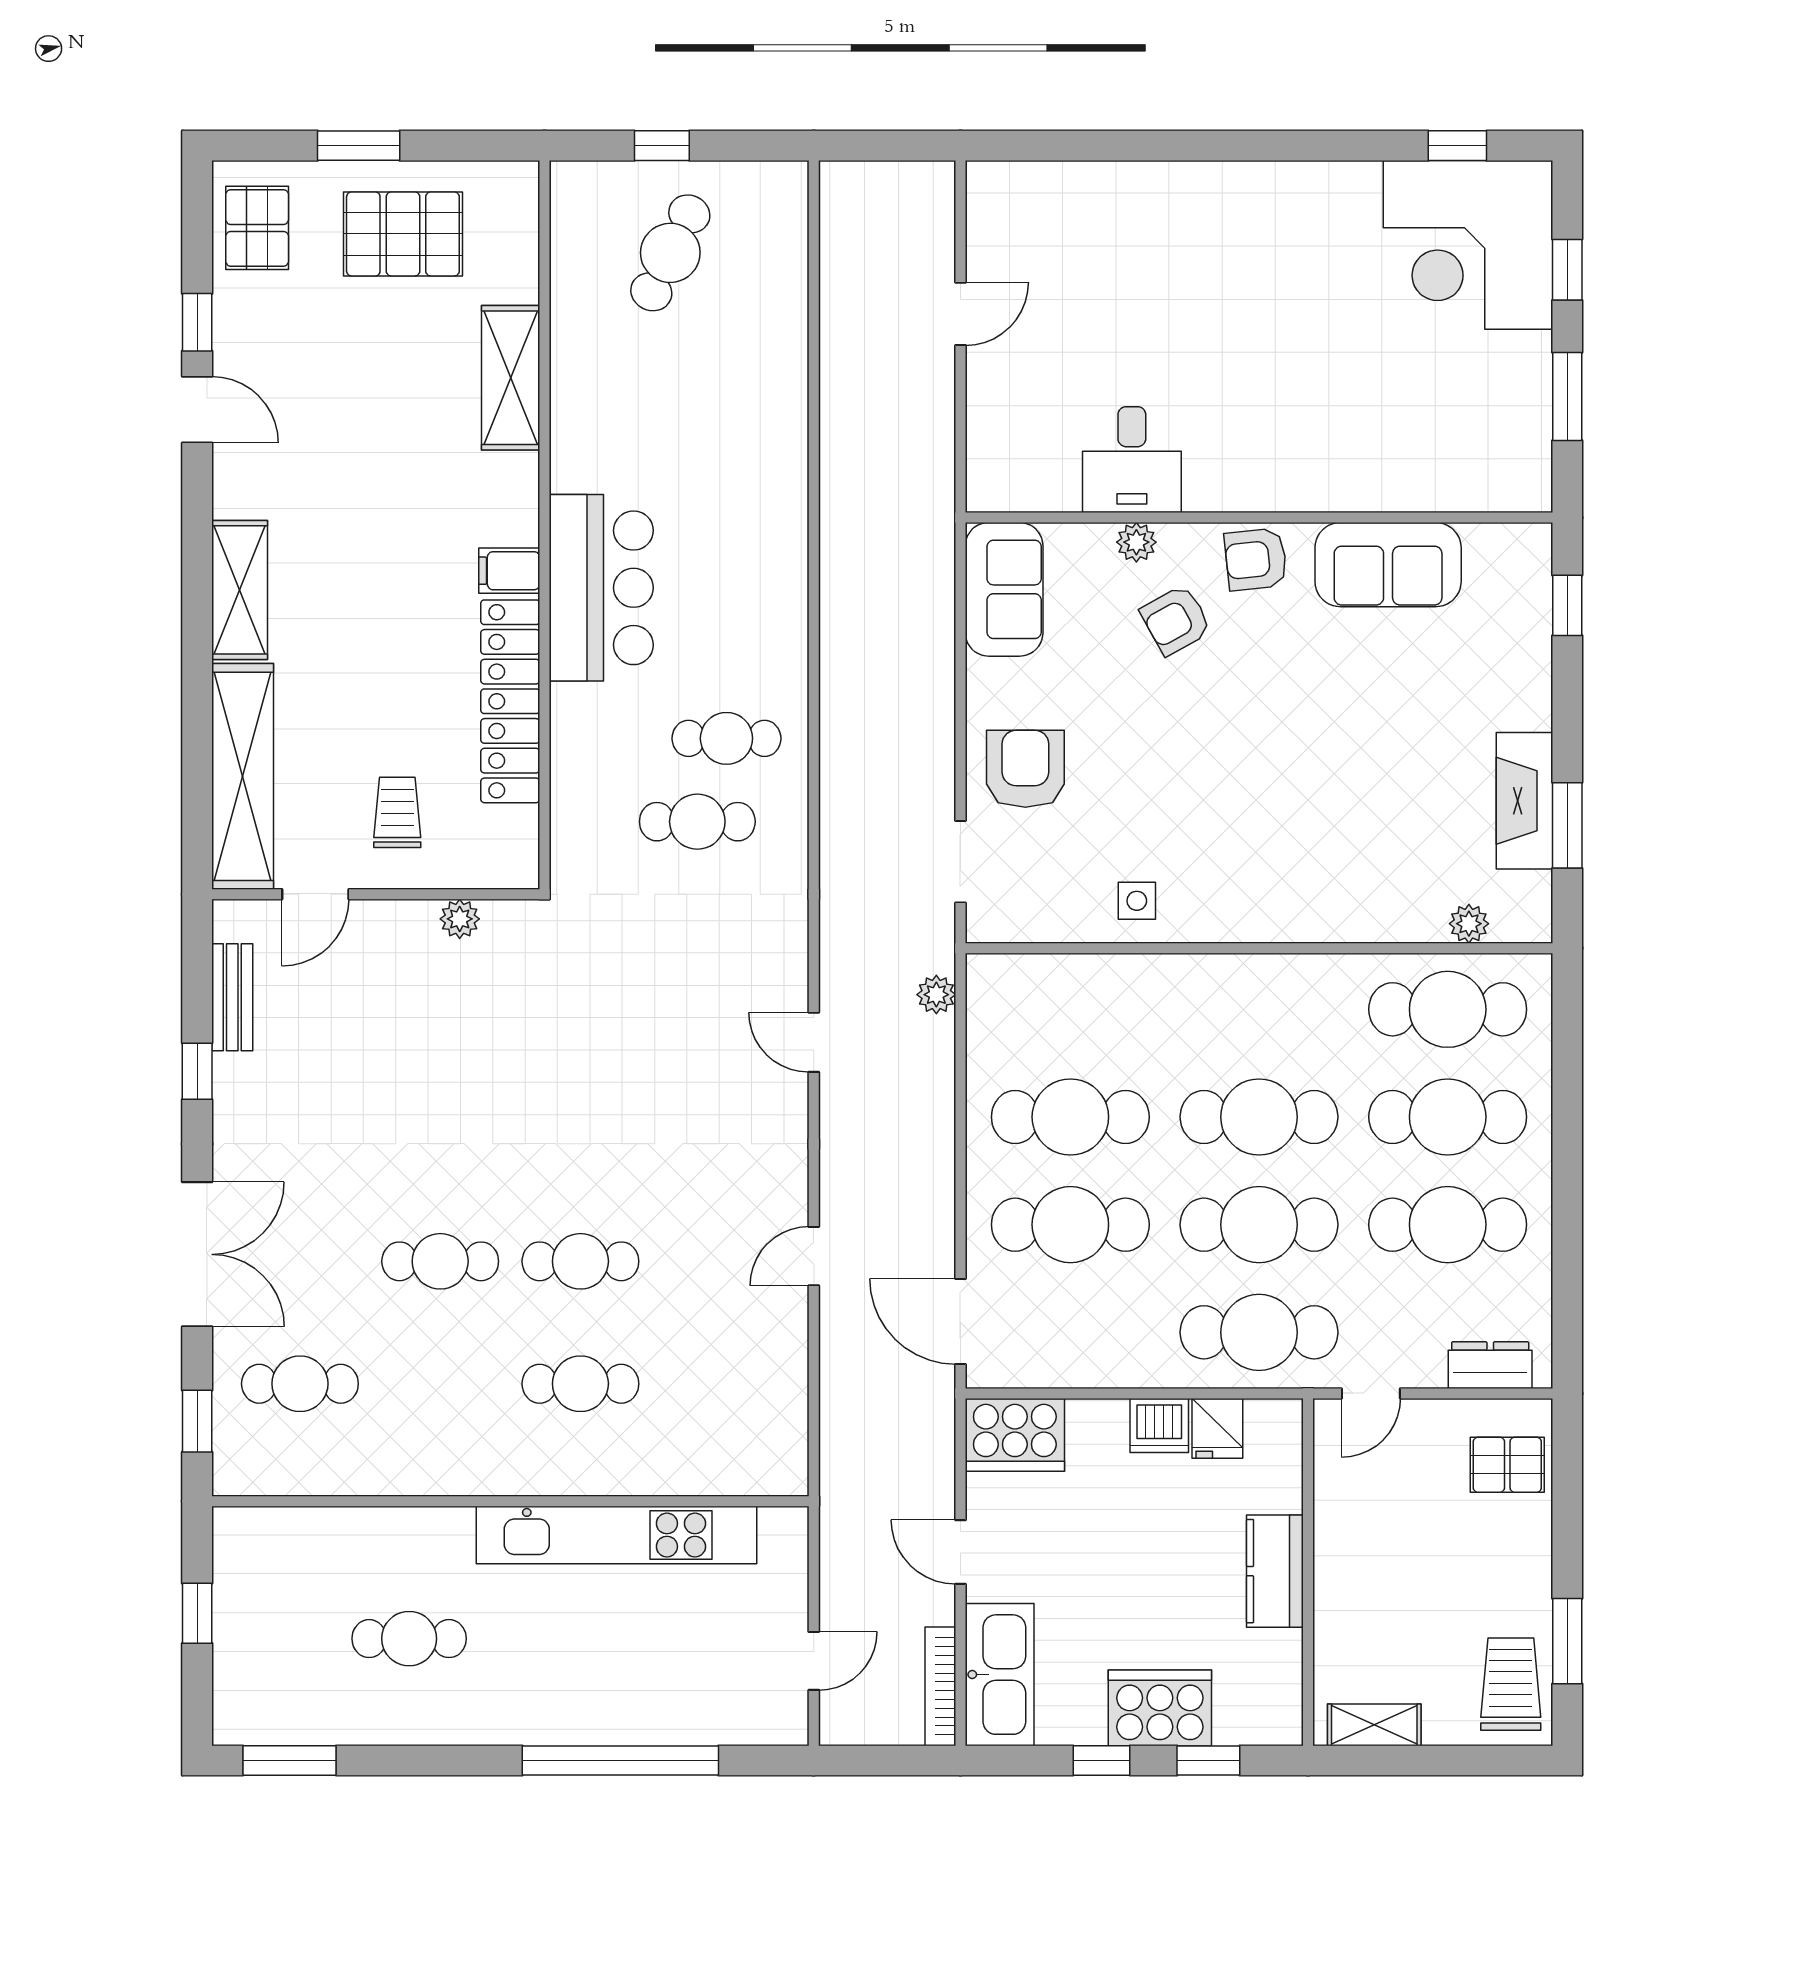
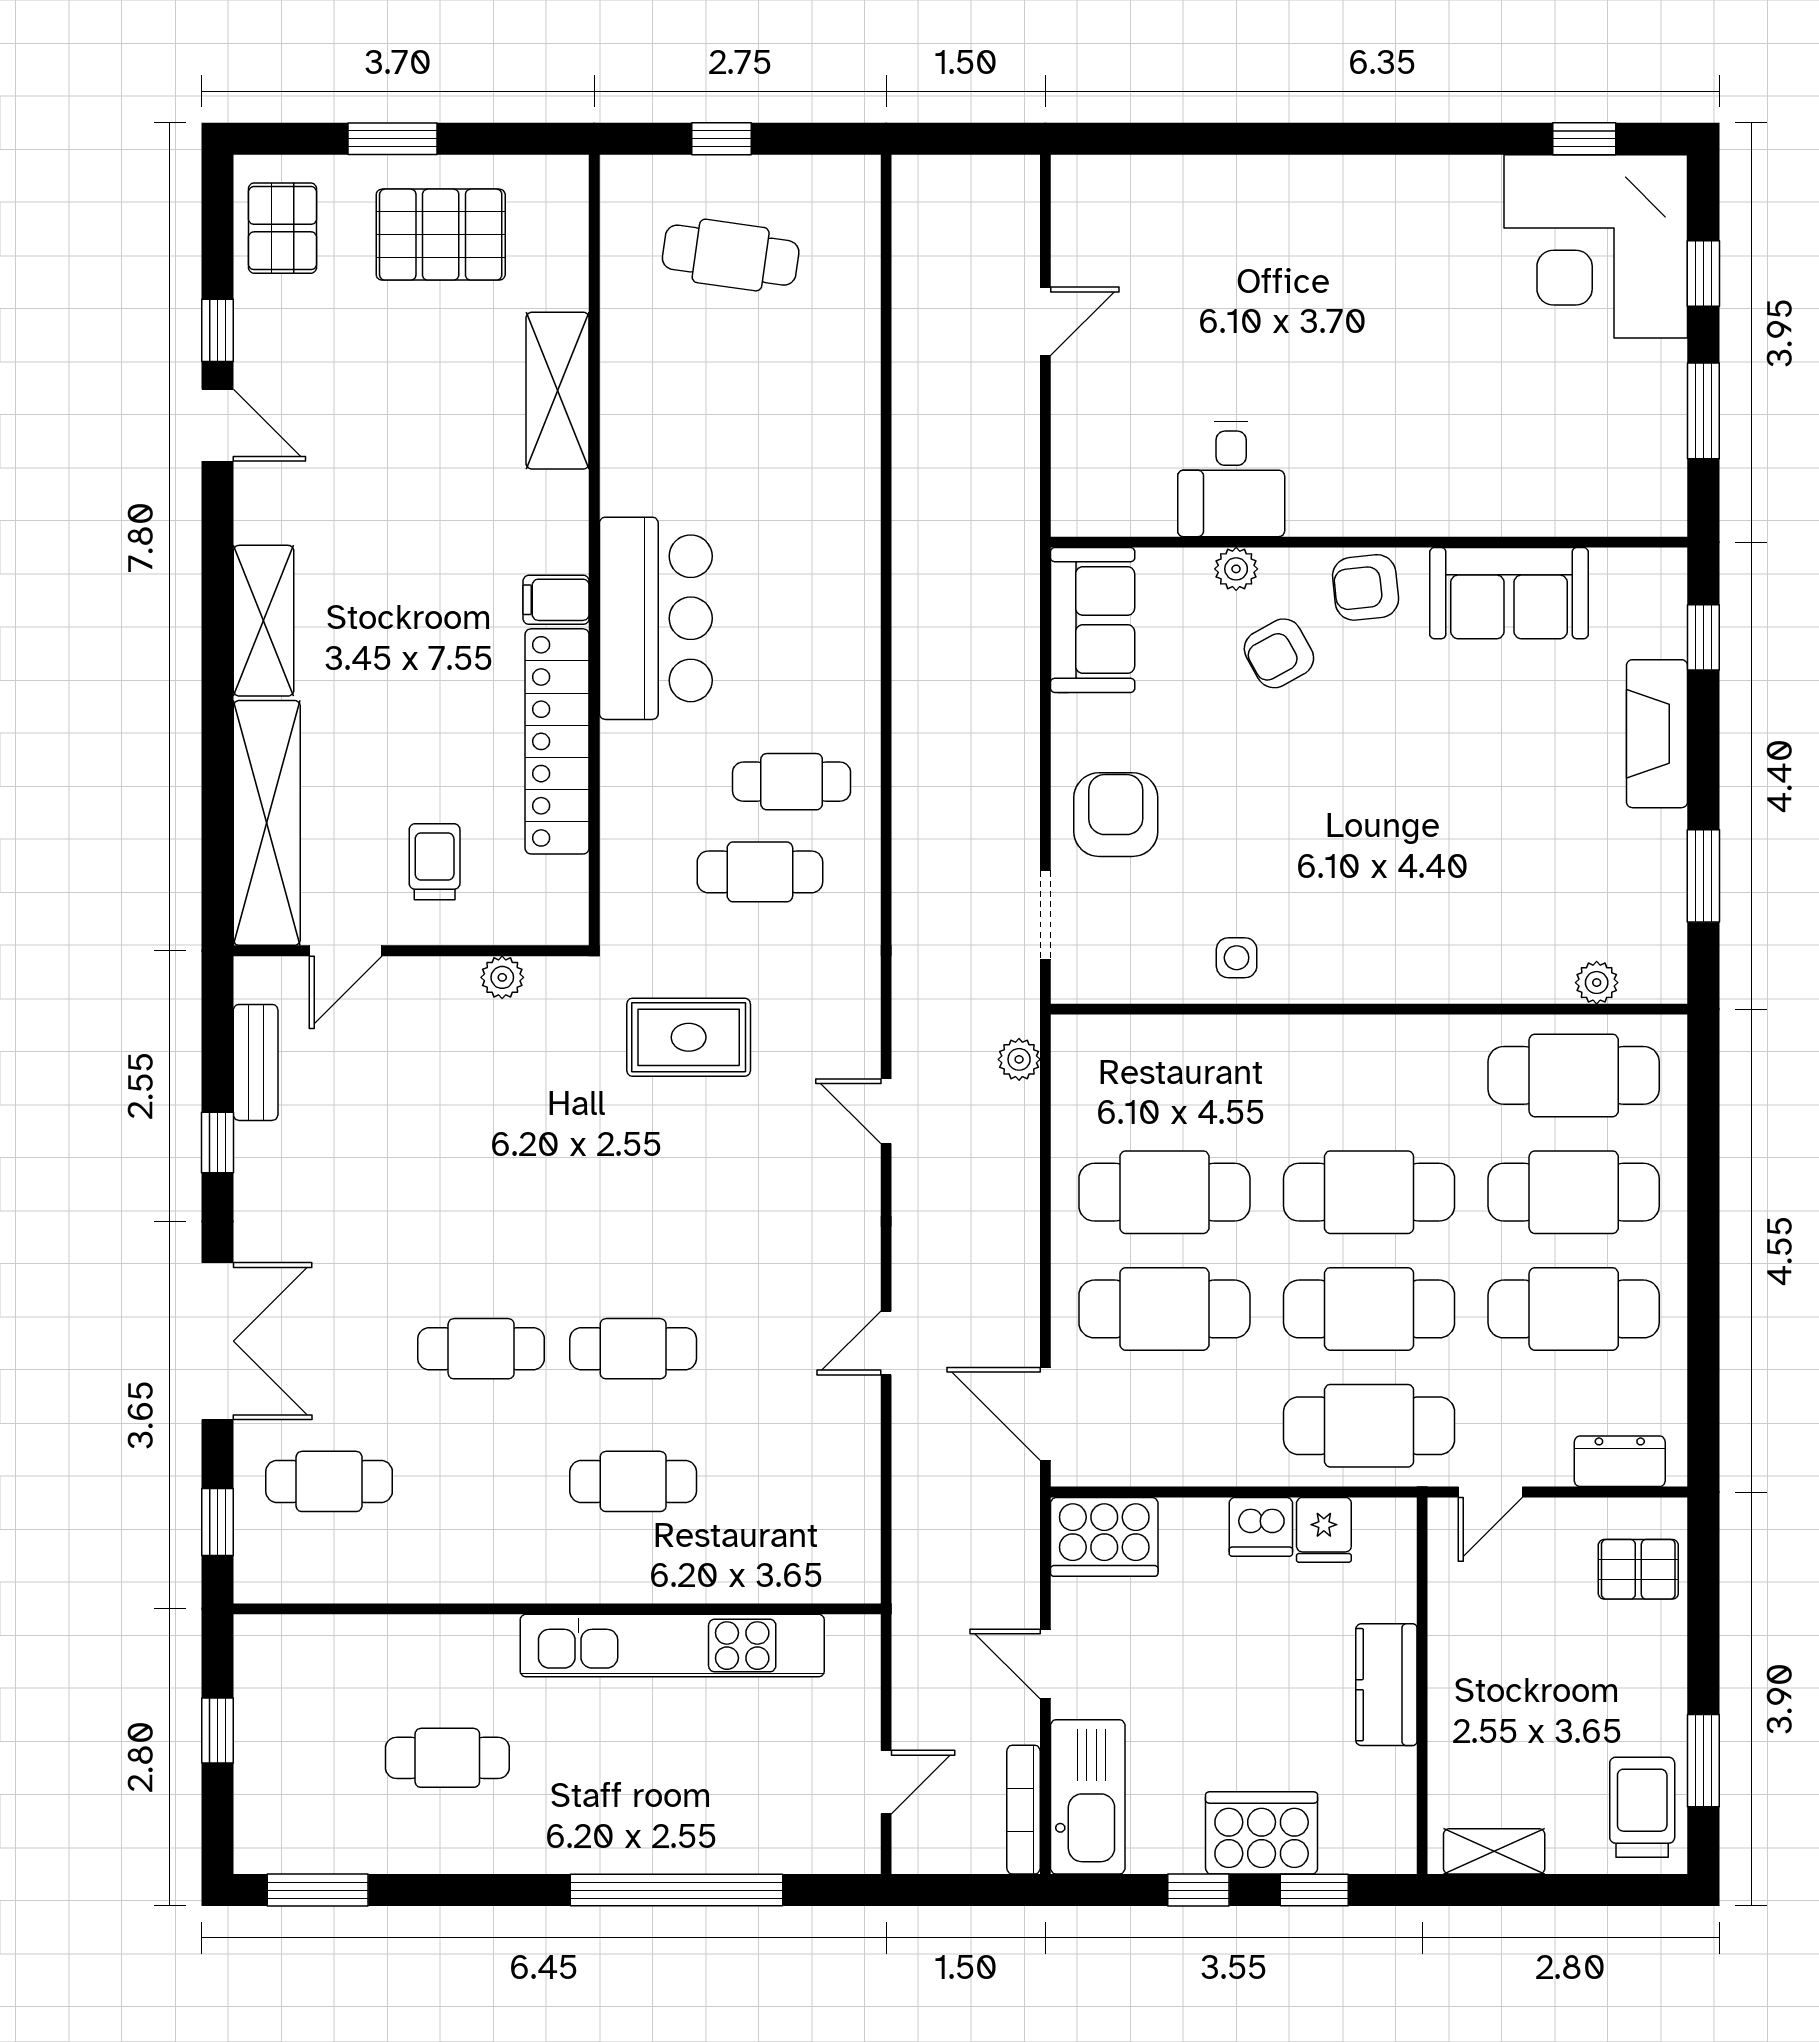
cafe table: (670, 253) -> (731, 255), turned 72
fireplace: (1525, 801) -> (1657, 734), moved
rug: (632, 974) -> (689, 1037), added

